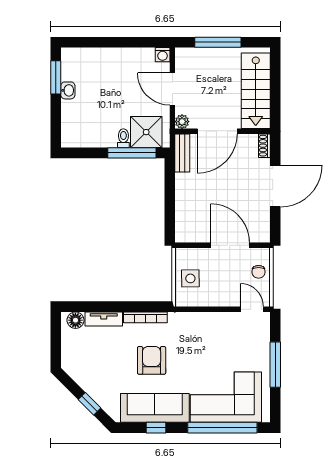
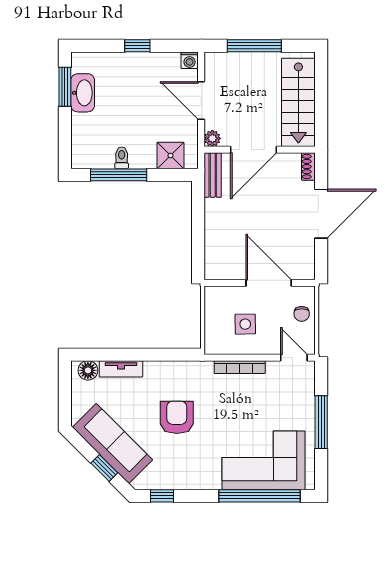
window: (118, 42) -> (137, 46), added
washbasin: (68, 90) -> (83, 93), width x1.91, depth x1.45
shower: (146, 132) -> (170, 156), width x0.73, depth x0.73
toilet: (123, 138) -> (122, 158), moved
window: (132, 153) -> (119, 175), moved
side table: (190, 278) -> (245, 324), moved
bookcase: (145, 317) -> (240, 367), moved
sofa: (155, 408) -> (112, 444), moved, turned 45
window: (156, 428) -> (162, 496), moved

